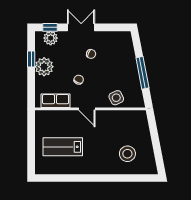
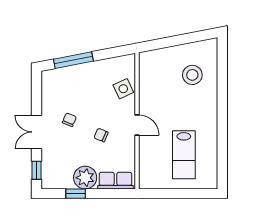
plant: (51, 38) -> (50, 170), removed
window: (142, 73) -> (73, 60), moved
row of seats: (56, 101) -> (115, 181), moved, turned 90
door: (87, 109) -> (137, 125), hinge flipped

